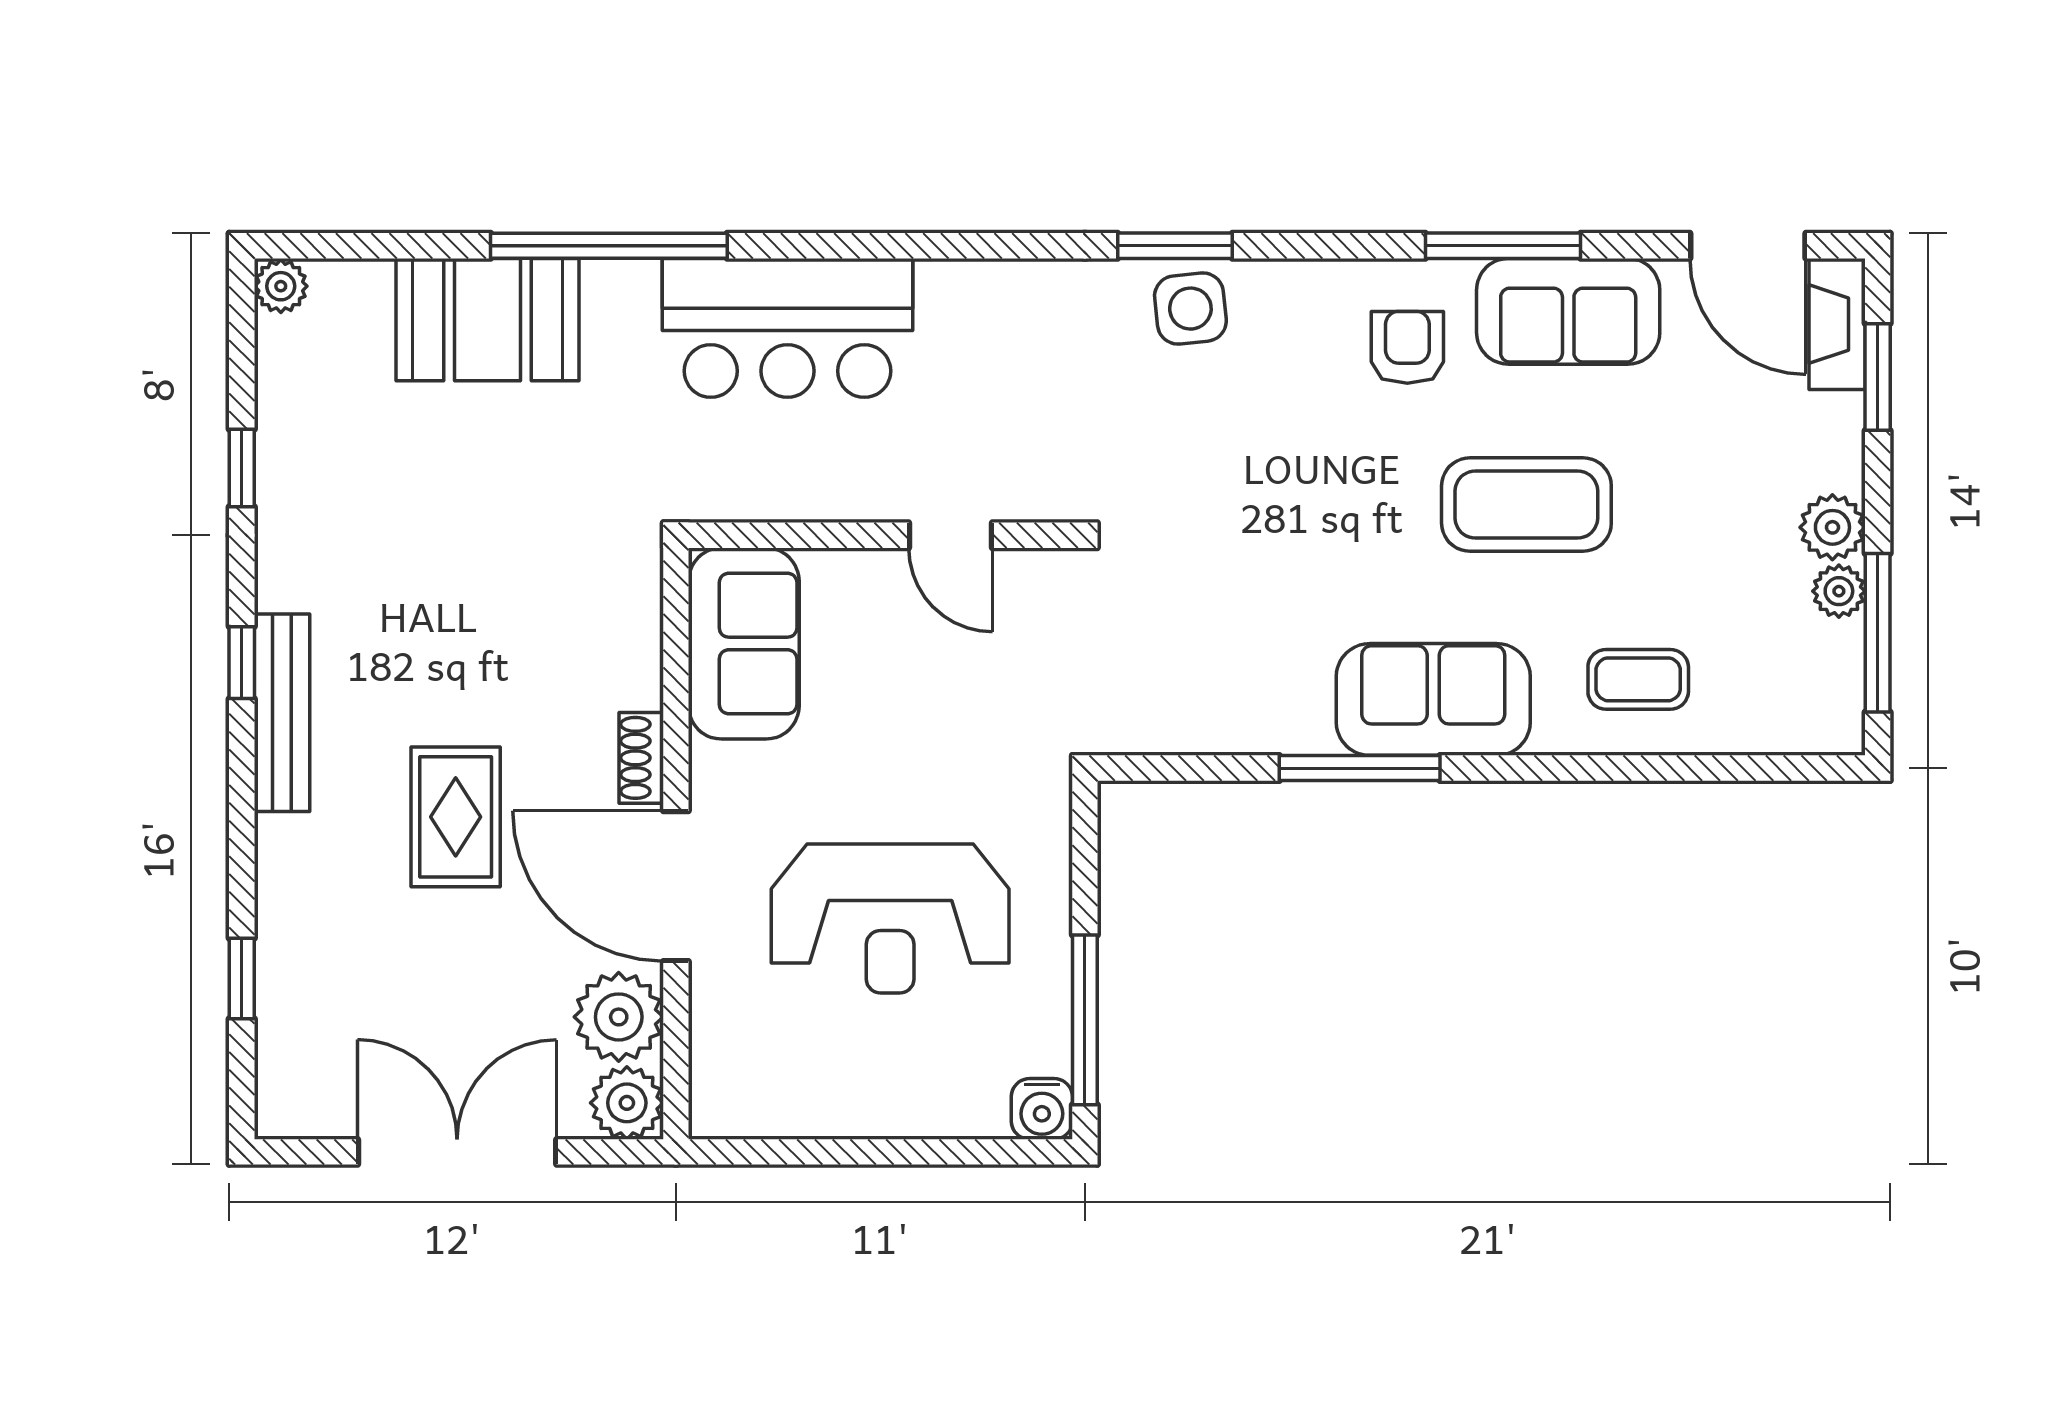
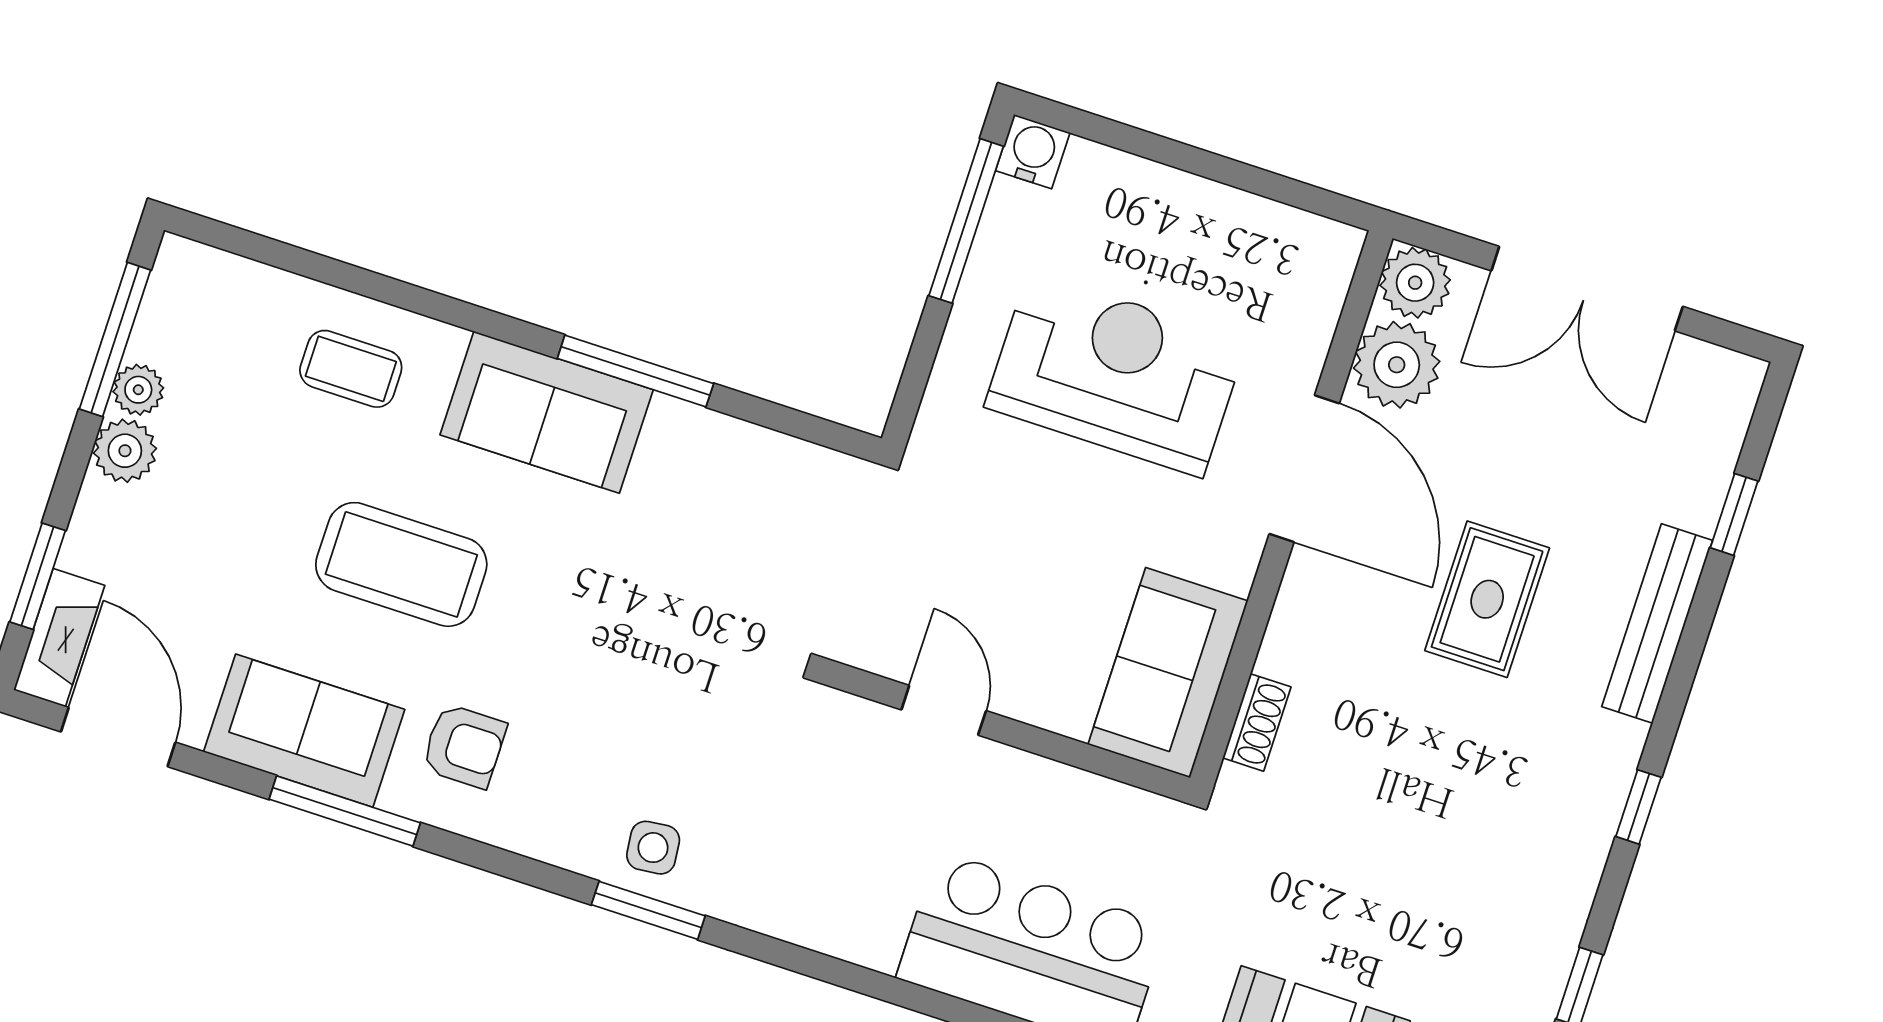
side table: (1190, 309) -> (653, 848), width x0.73, depth x0.73
armchair: (1407, 347) -> (464, 746), turned -90
bench: (282, 713) -> (1657, 624), moved
shoe rack: (641, 758) -> (1257, 722), moved

